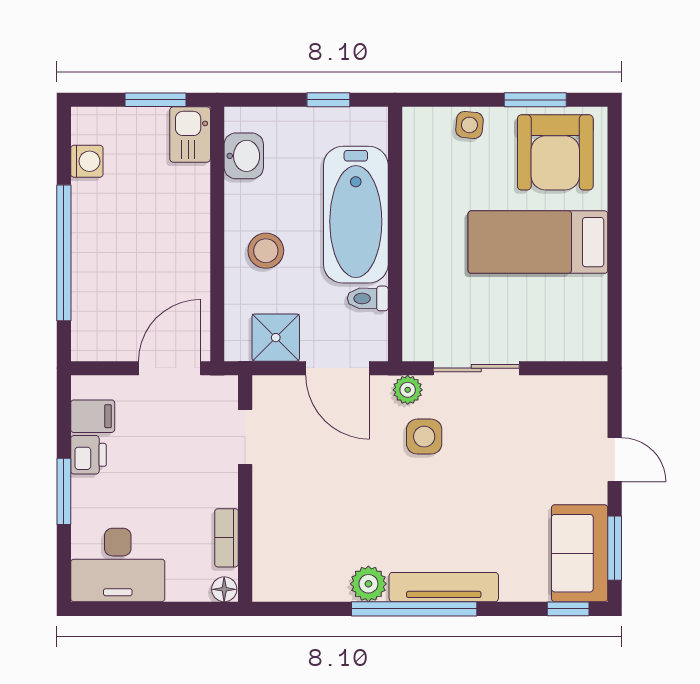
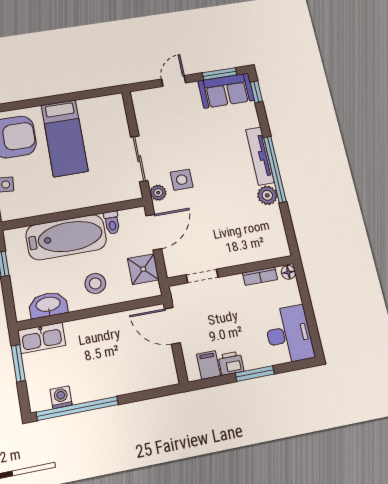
kitchen sink: (190, 135) -> (42, 338), width x1.38
washbasin: (244, 156) -> (48, 305), width x1.38
window: (64, 253) -> (77, 408), moved

